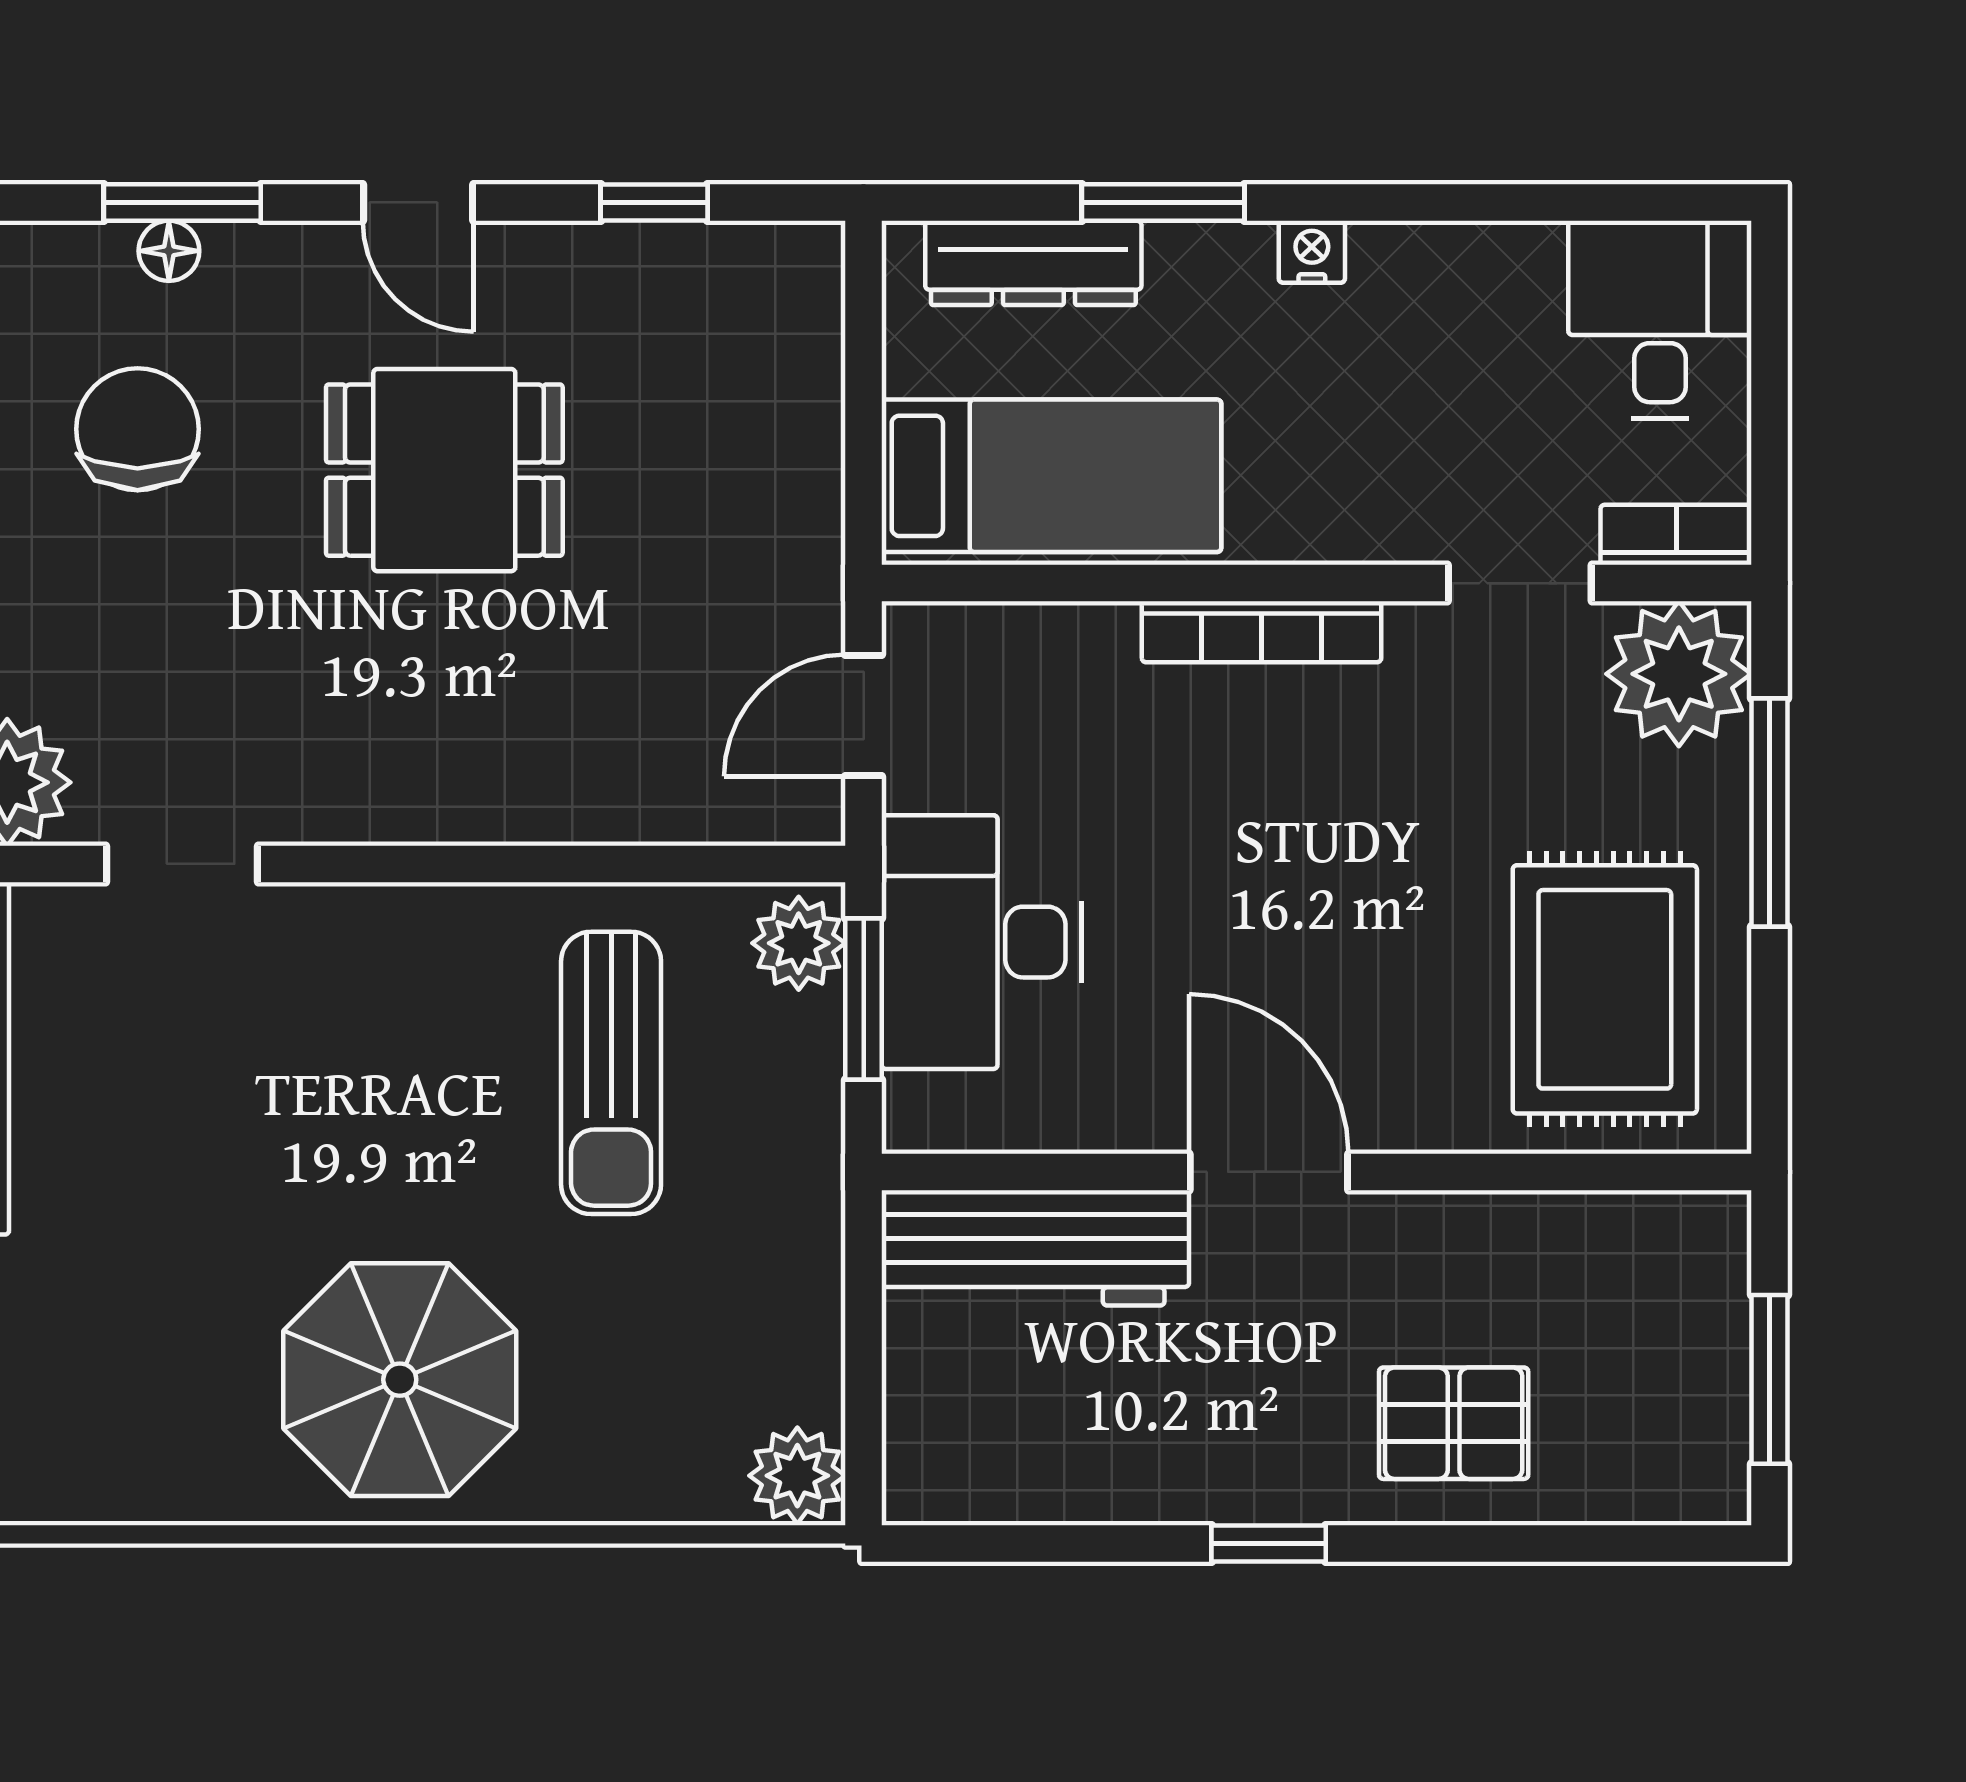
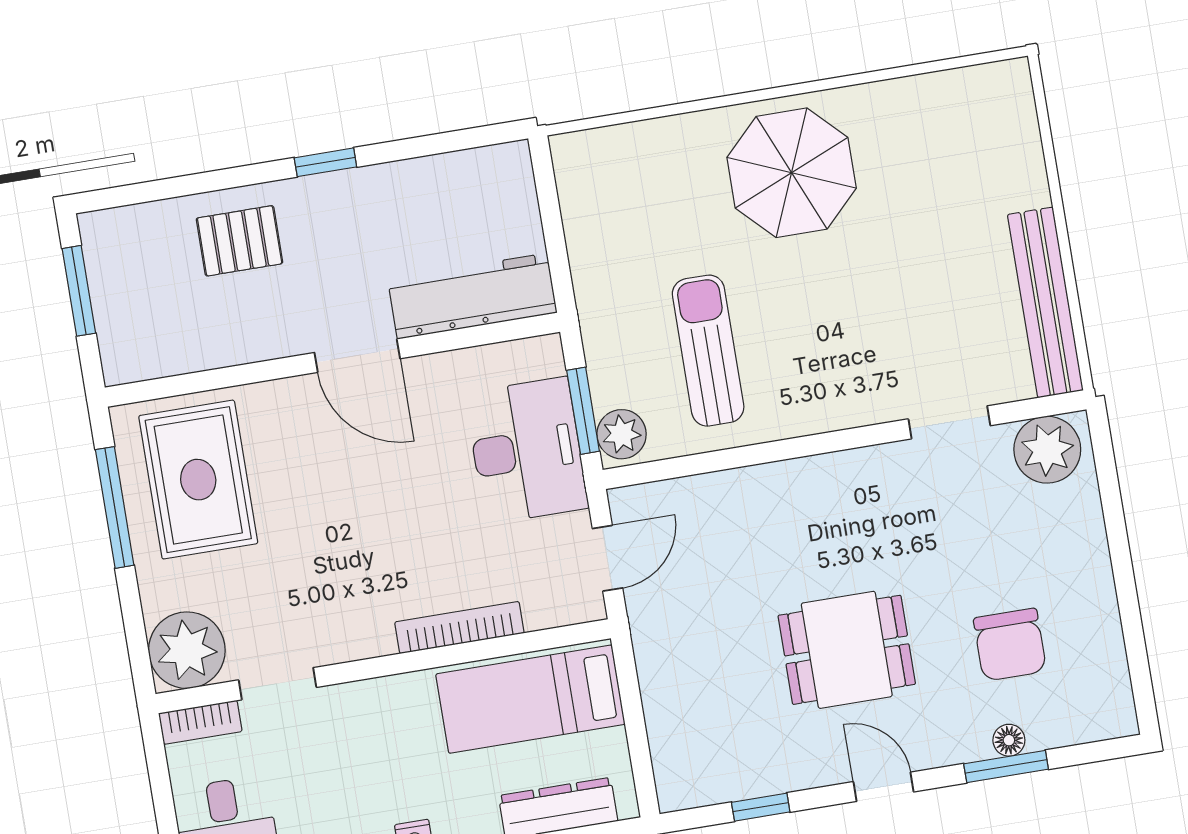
bookcase: (1262, 632) -> (459, 628), moved
window: (1770, 812) -> (115, 507), moved
plant: (797, 1476) -> (576, 157), removed

